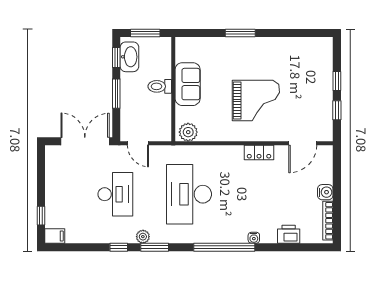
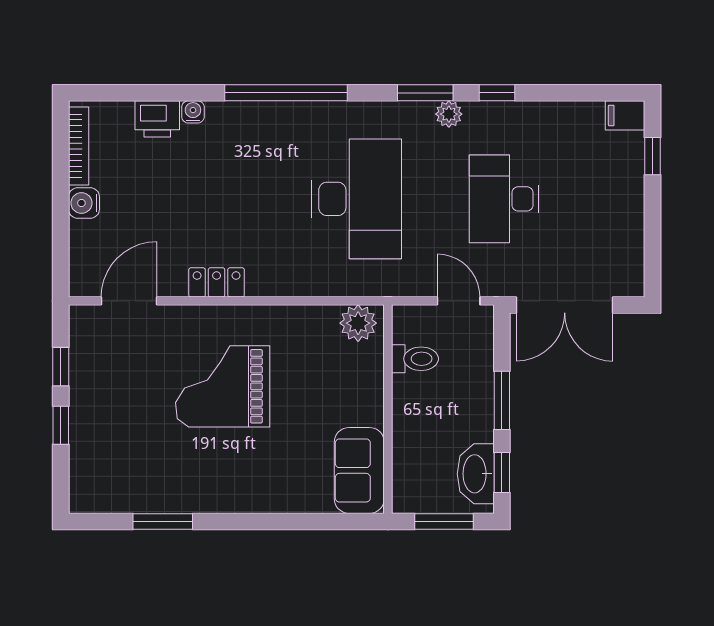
window: (240, 33) -> (163, 521), moved
sofa: (188, 84) -> (359, 470), moved
toilet: (160, 86) -> (415, 359), moved
water cooler: (254, 238) -> (193, 112), moved

